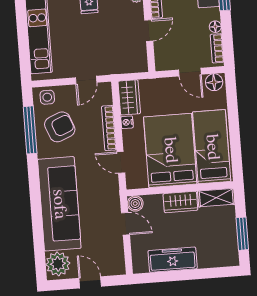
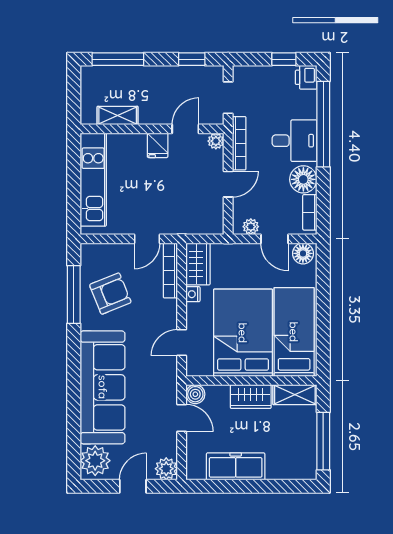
floor lamp: (215, 27) -> (303, 179), width x1.89, depth x1.89
plant: (170, 64) -> (251, 227), added
side table: (47, 97) -> (98, 256), removed
bookcase: (109, 128) -> (170, 270), moved
door: (121, 162) -> (182, 343), hinge flipped
window: (242, 234) -> (323, 441), width x1.44
plant: (116, 266) -> (166, 469), added
door: (90, 282) -> (133, 486), hinge flipped

